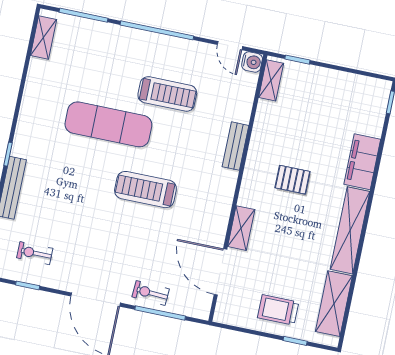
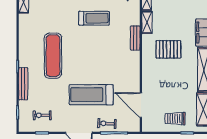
exercise mat: (108, 124) -> (53, 56), moved, turned 90
pallet: (293, 180) -> (168, 49), width x1.50, depth x1.42
treadmill: (145, 190) -> (91, 95), moved, width x1.37, depth x1.38
shelving: (241, 228) -> (147, 22), moved

